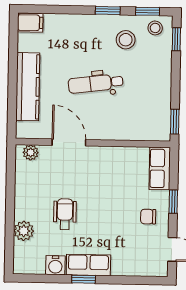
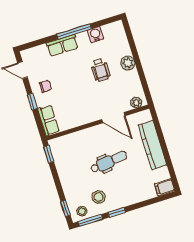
window: (148, 11) -> (90, 220), width x1.50
plant: (24, 231) -> (128, 63), moved
row of seats: (88, 265) -> (62, 45), moved
window: (84, 279) -> (74, 31), width x2.17

